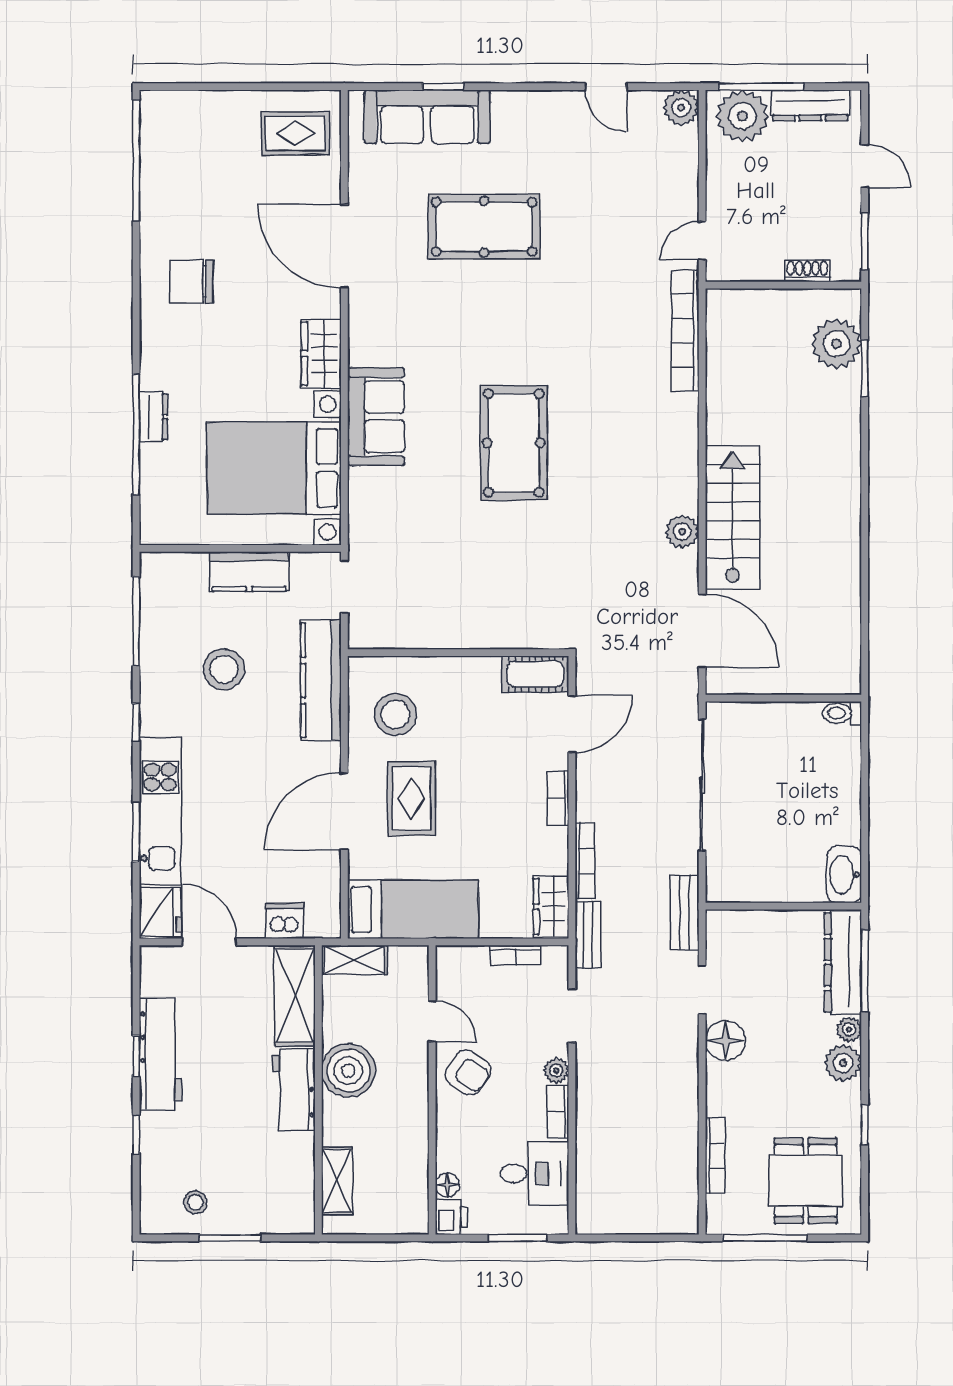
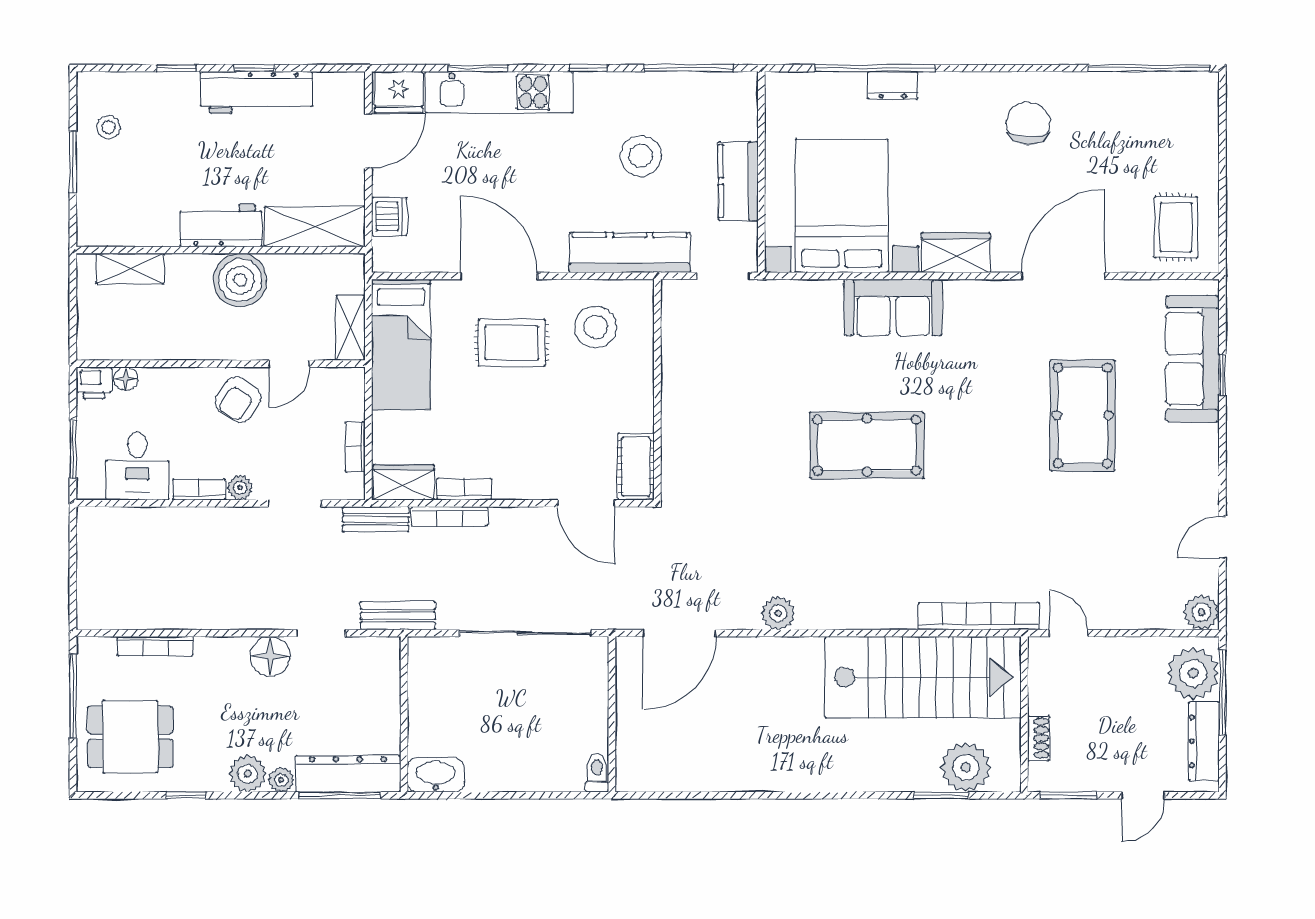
stairs: (732, 518) -> (923, 677), moved, width x1.36, depth x1.51
bookcase: (558, 799) -> (464, 489), moved
shelving: (354, 960) -> (350, 328), moved

